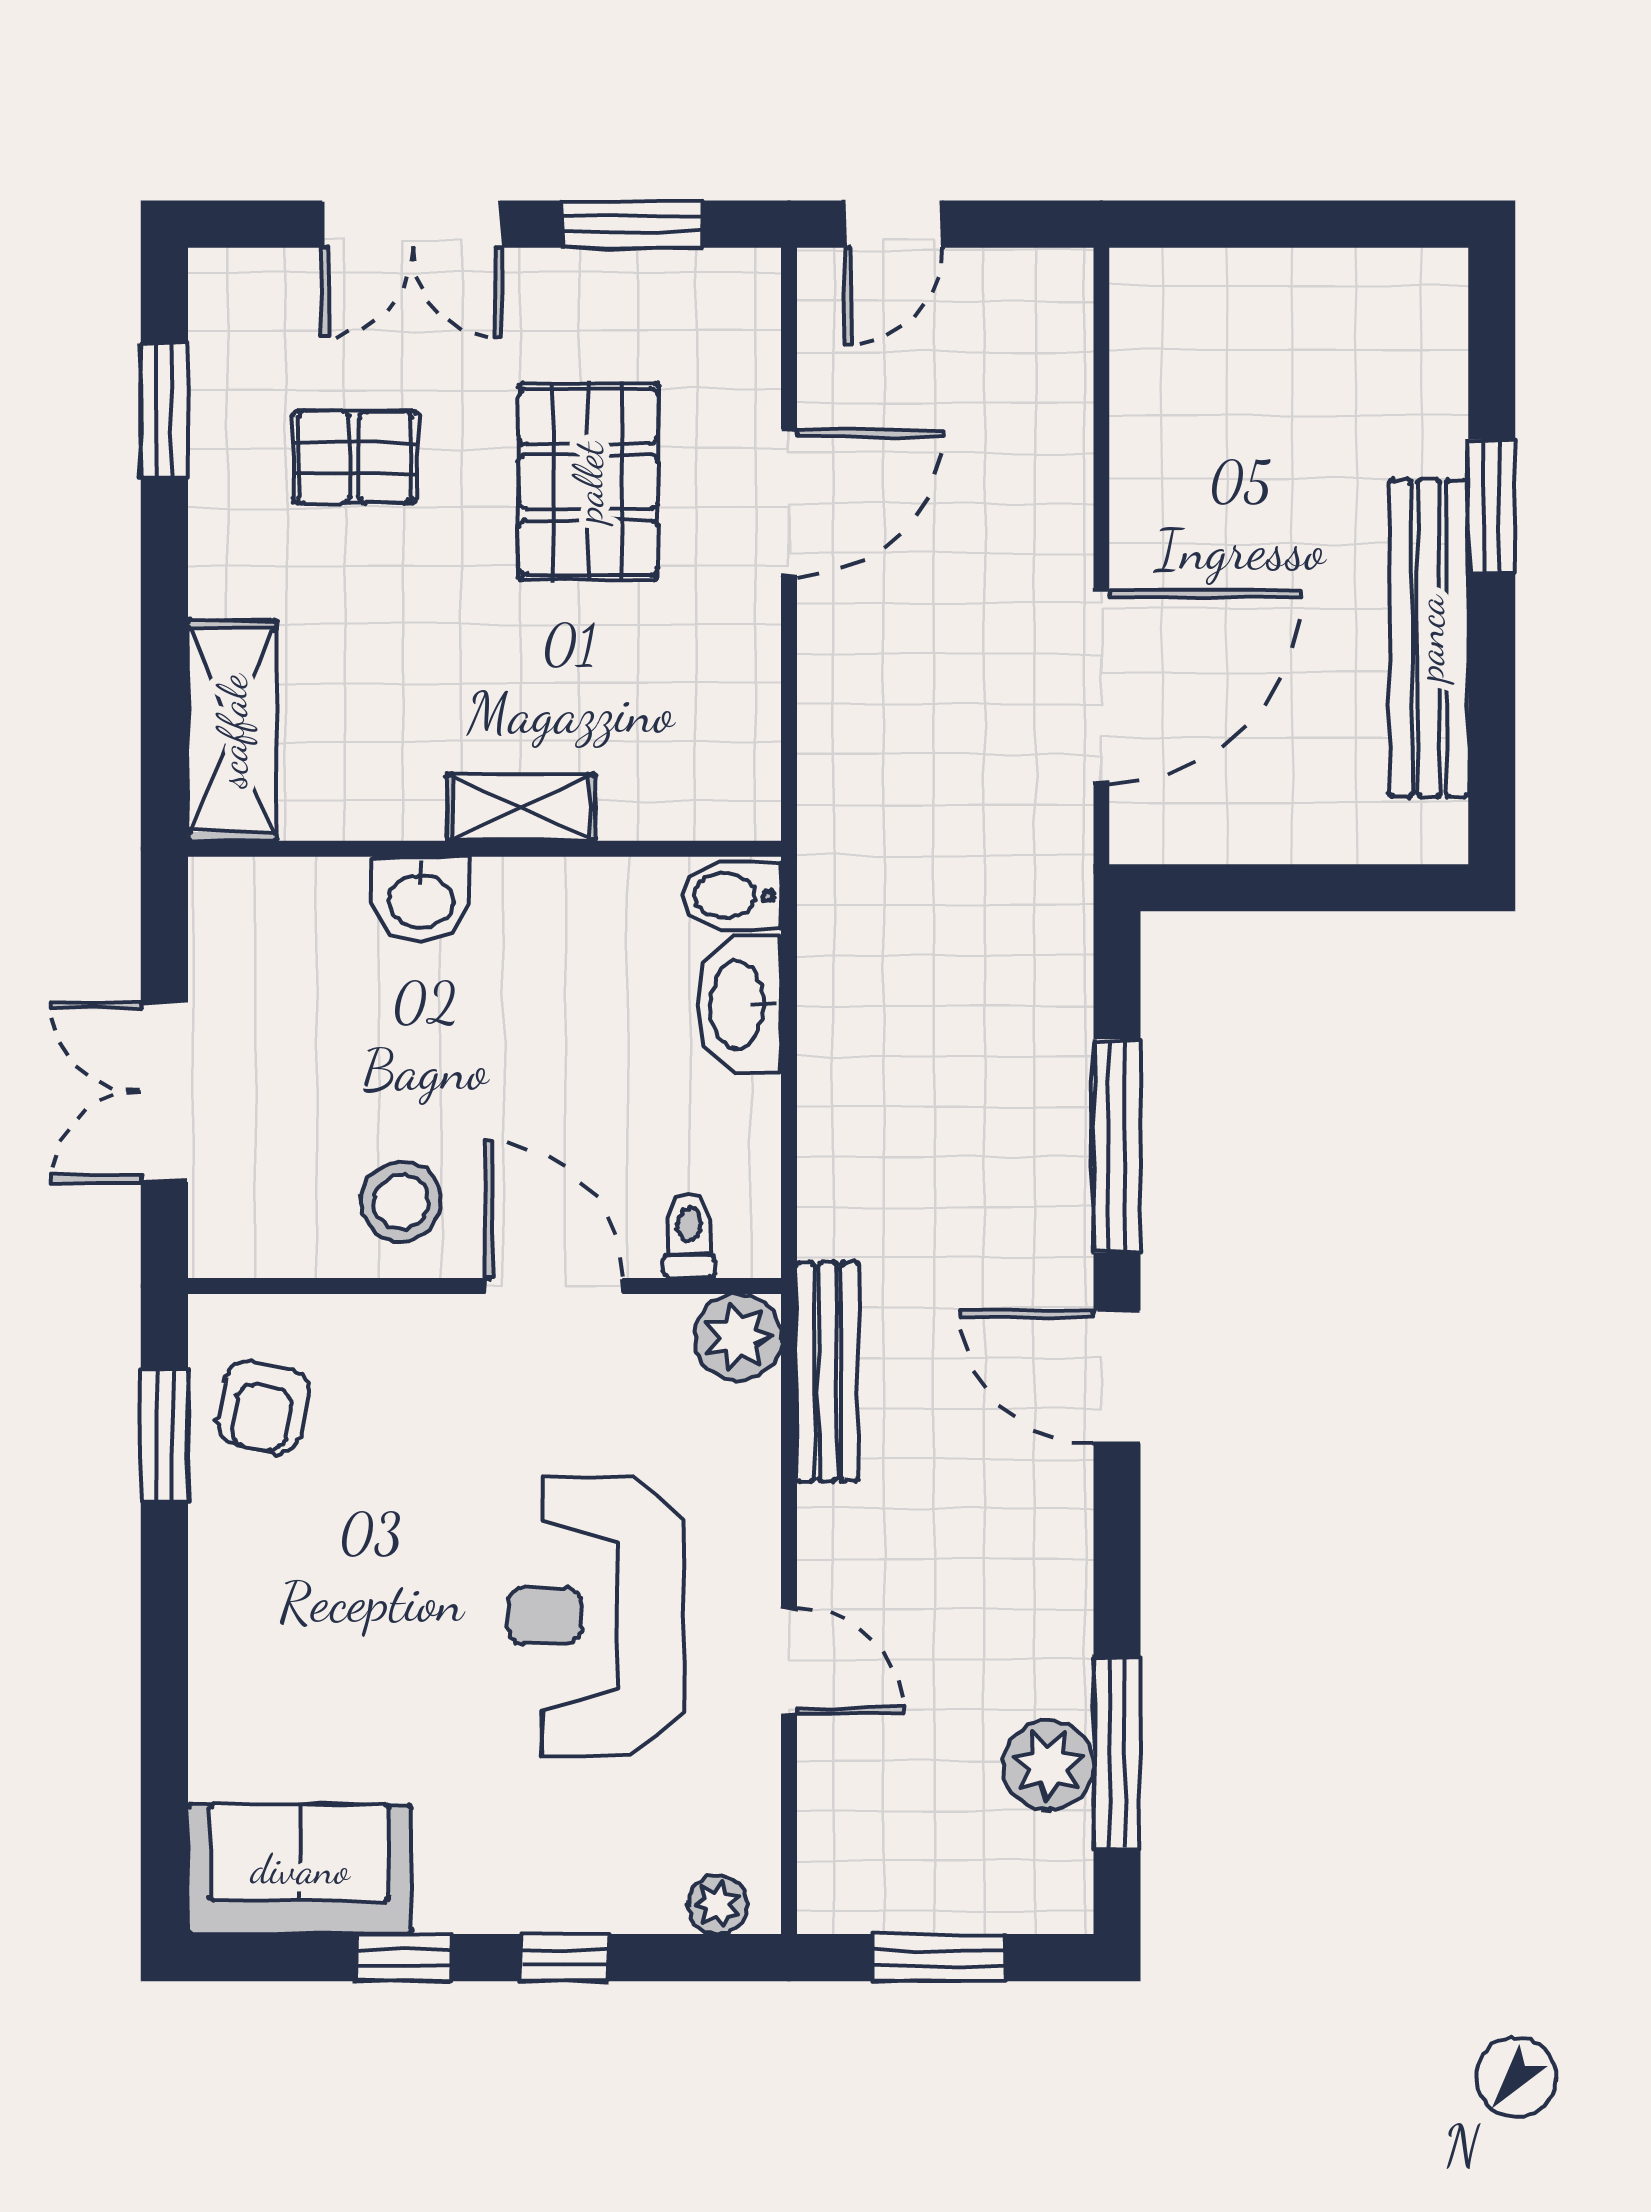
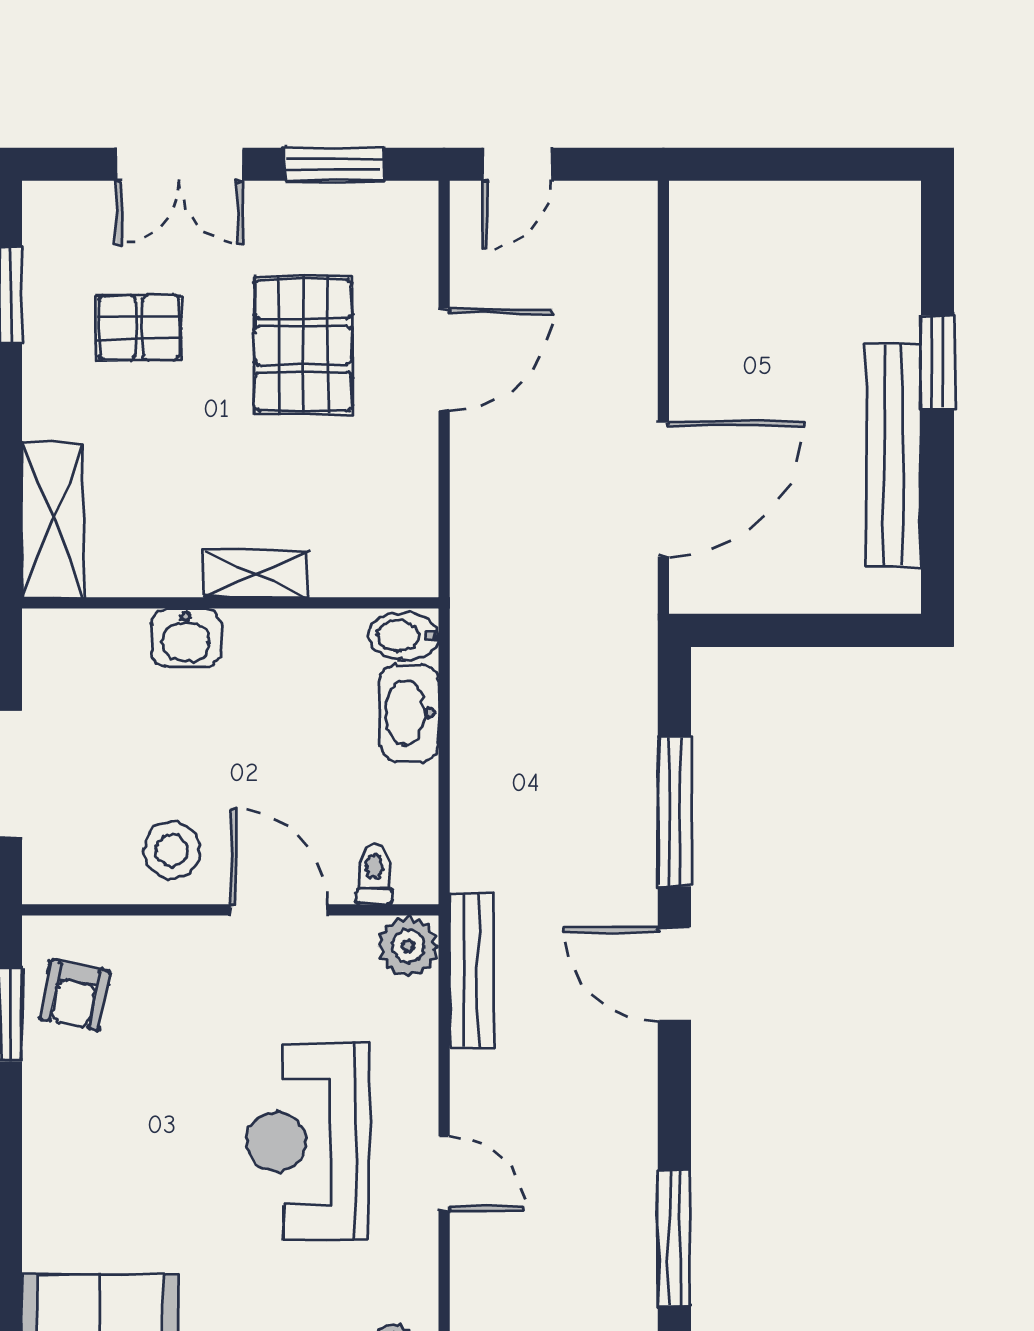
plant: (1048, 1765) -> (626, 1246), removed

